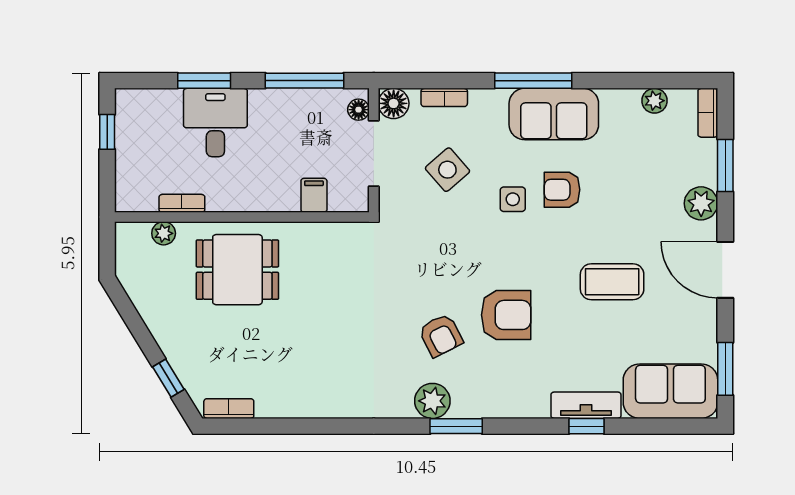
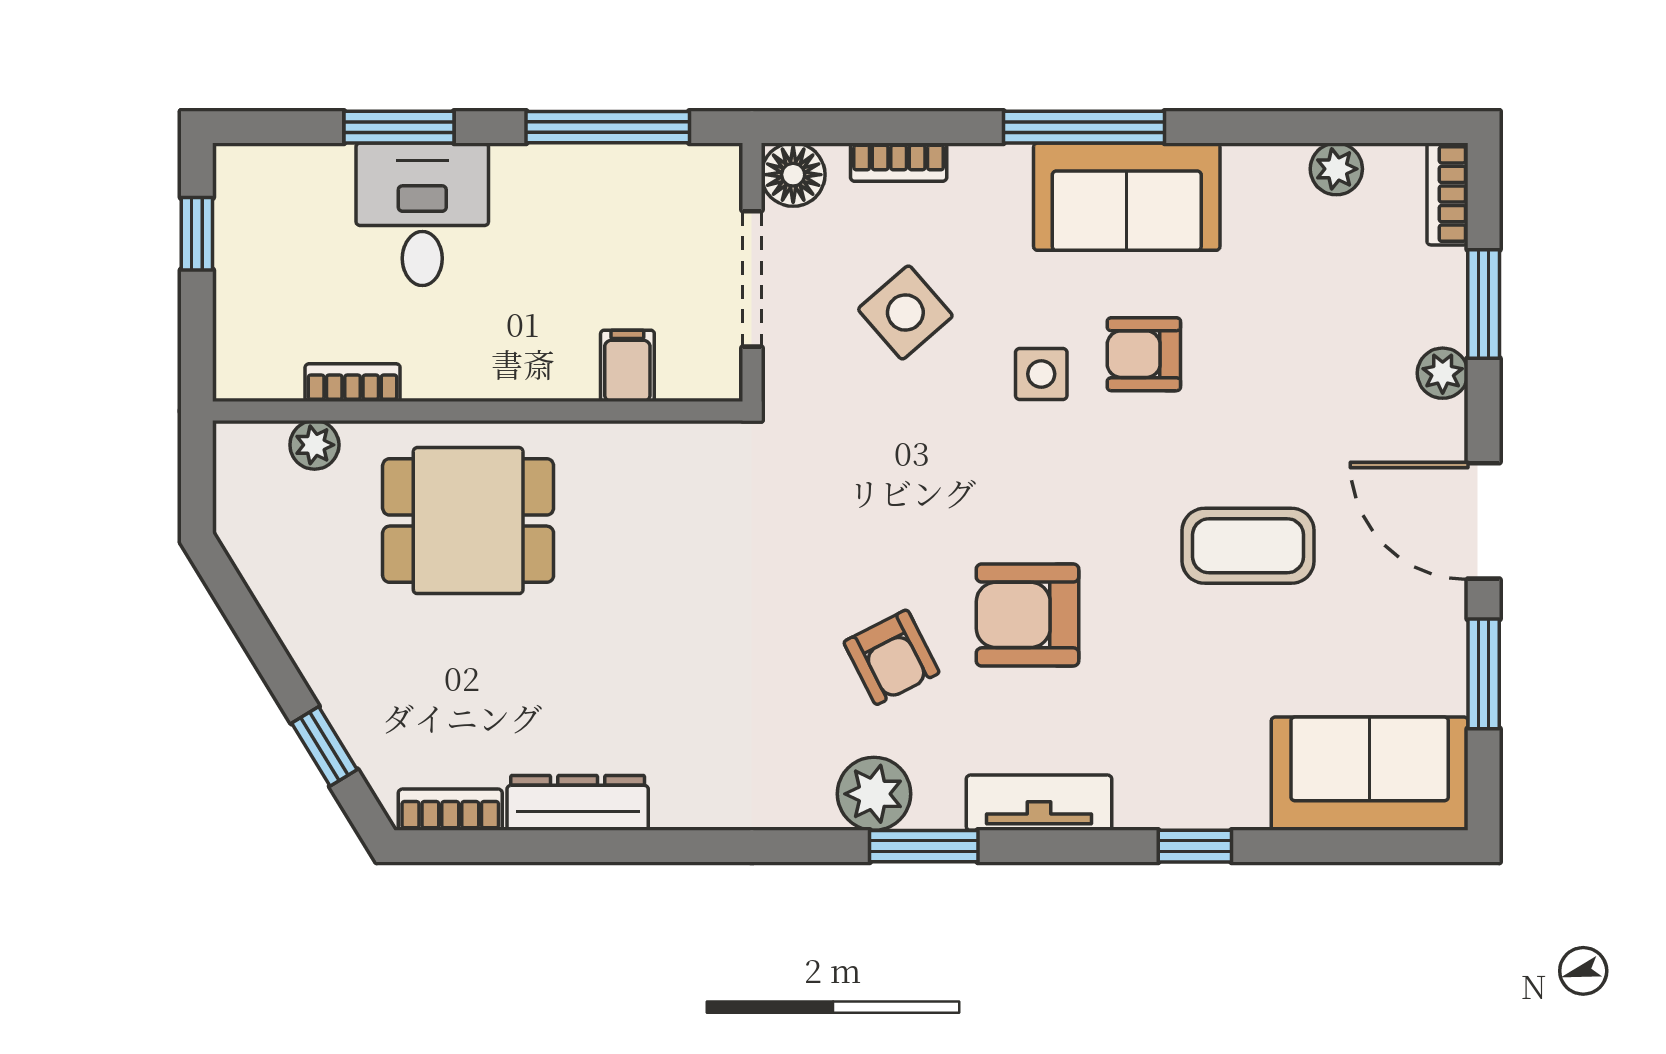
floor lamp: (359, 110) -> (720, 187), removed
plant: (701, 203) -> (1443, 373), width x0.73, depth x0.73
armchair: (506, 315) -> (1027, 615), turned 180
window: (725, 369) -> (1484, 674), moved
dresser: (290, 405) -> (578, 803), added
tv unit: (586, 405) -> (1039, 803), moved

